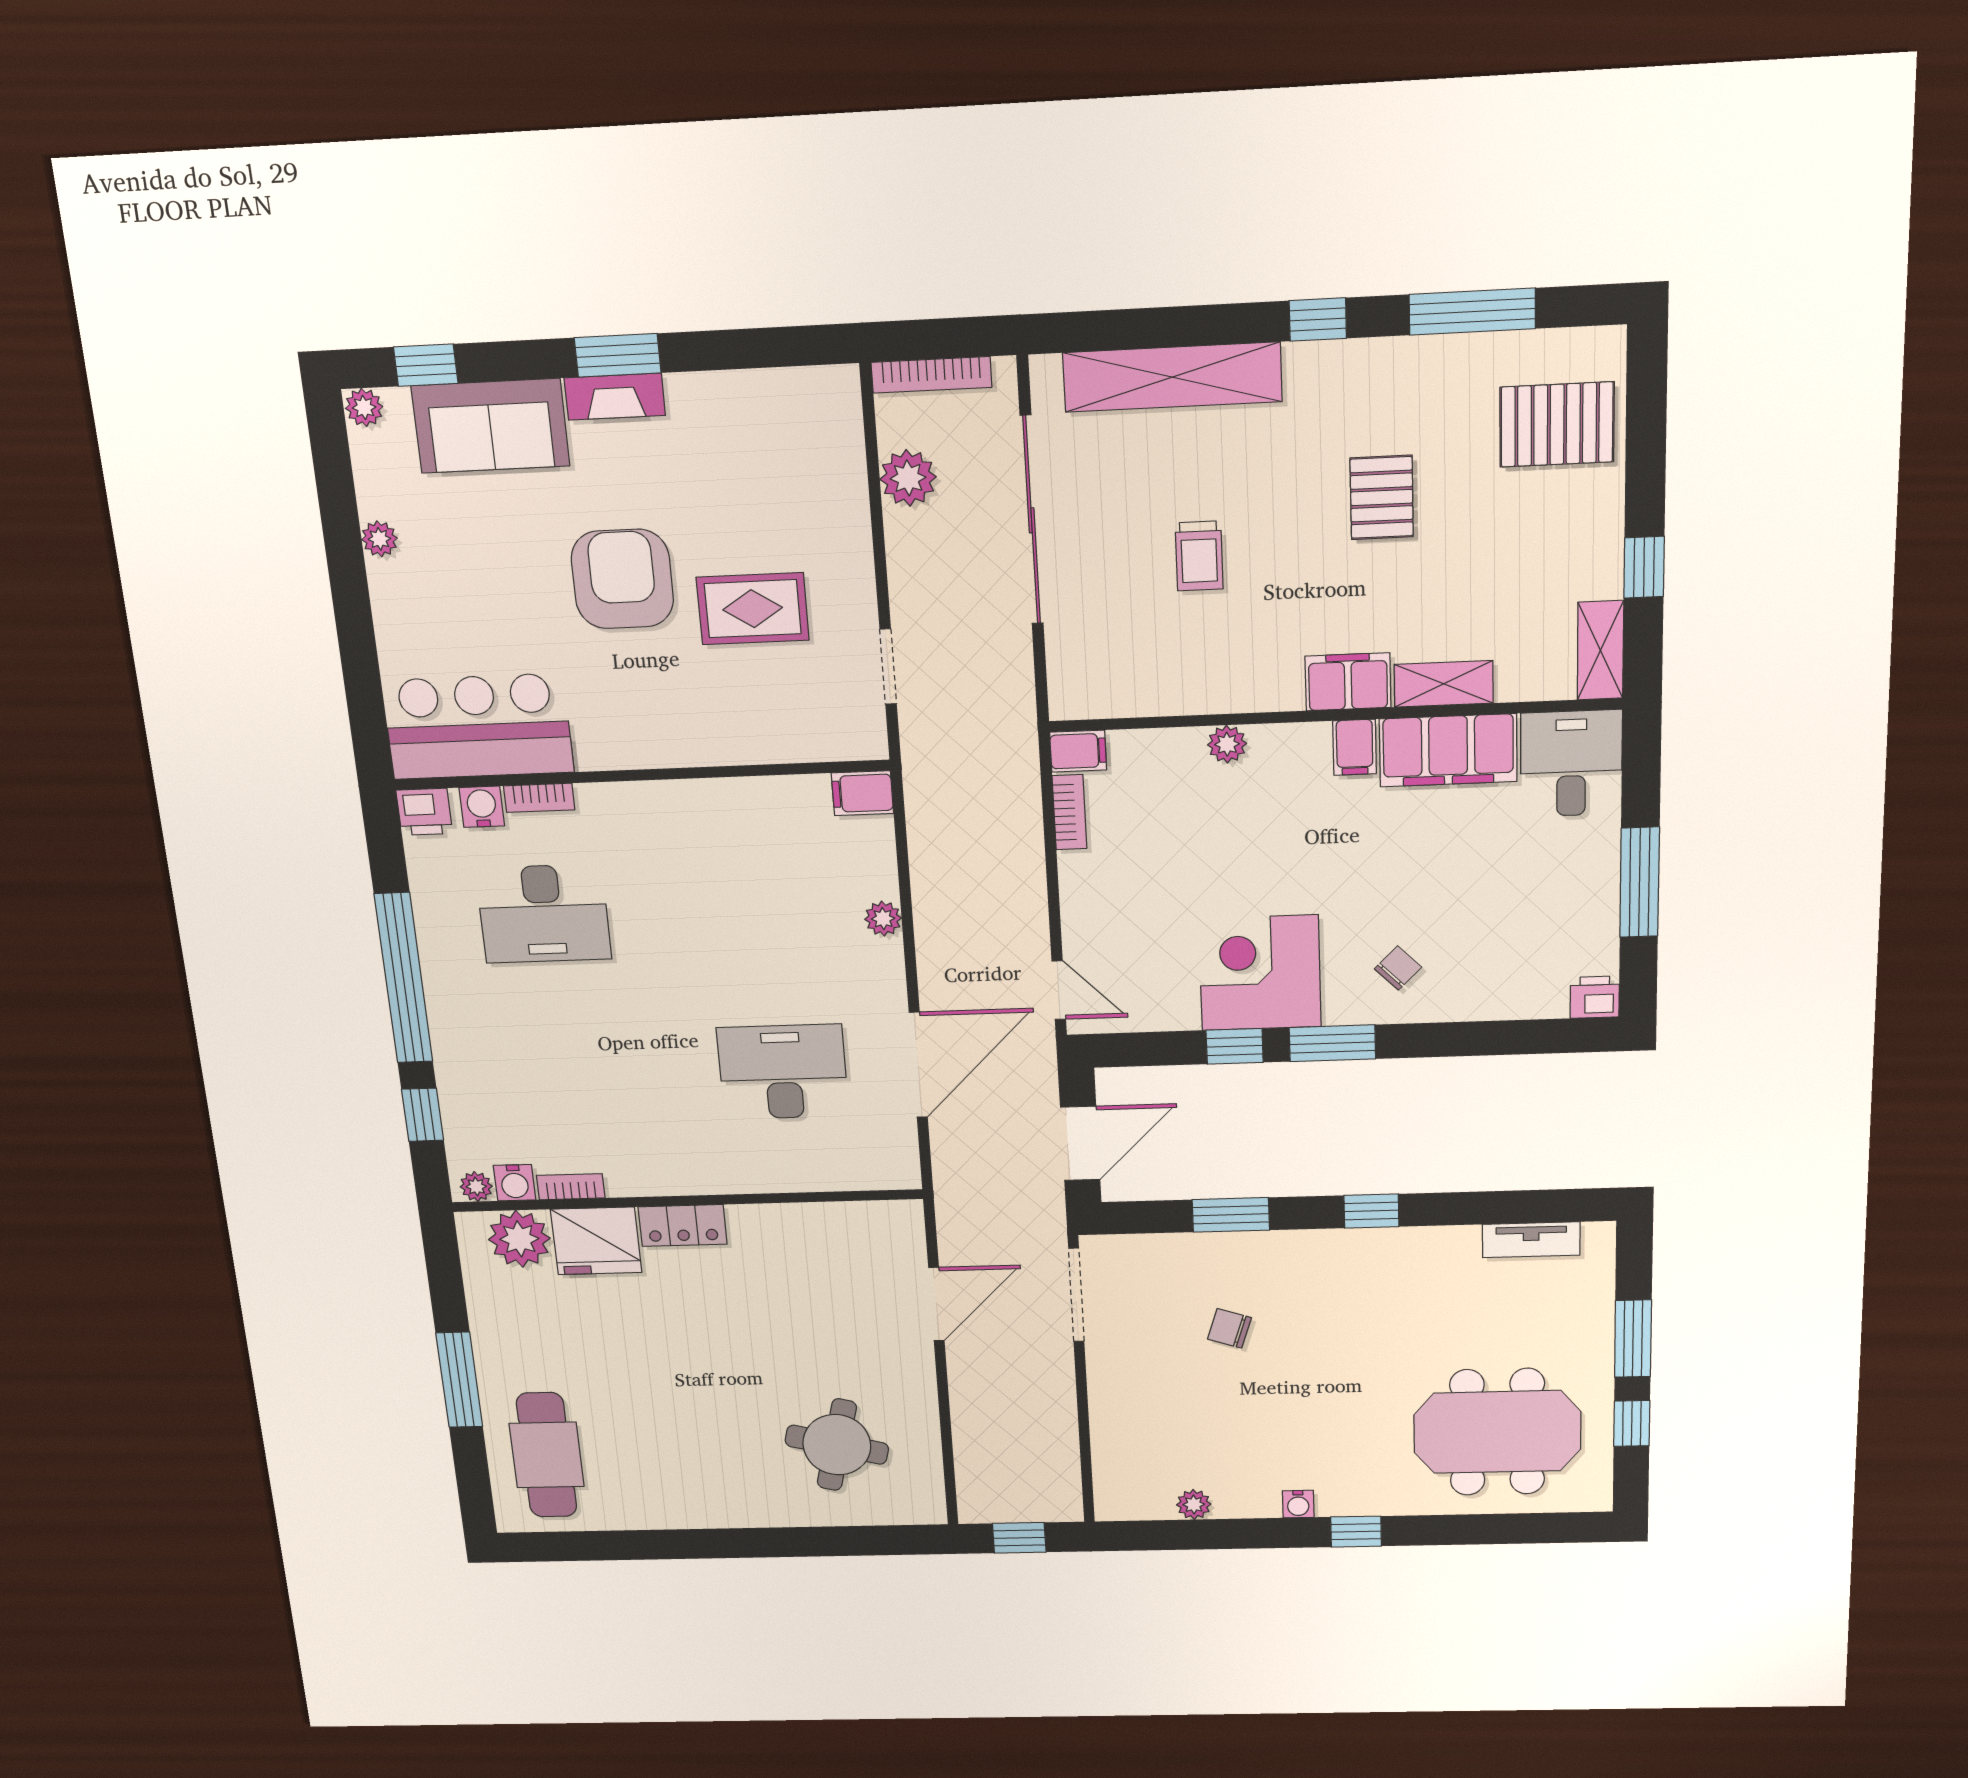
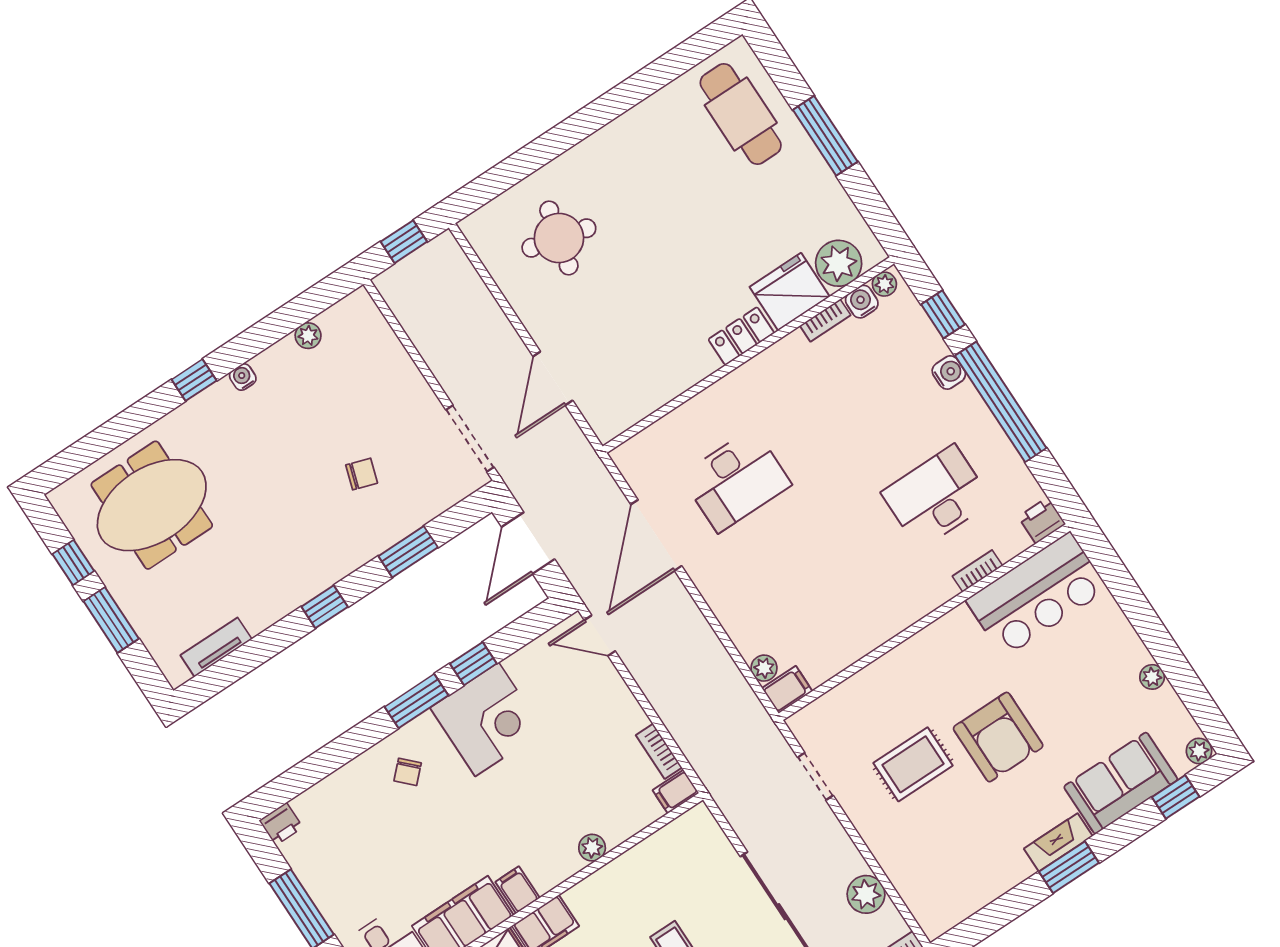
water cooler: (482, 807) -> (949, 373), moved, turned -90
plant: (883, 919) -> (764, 668), moved

